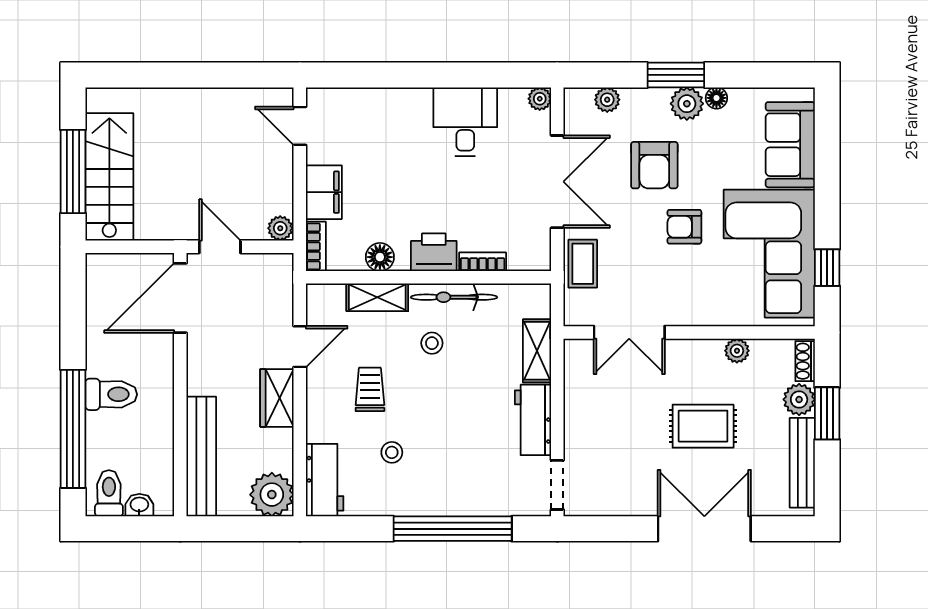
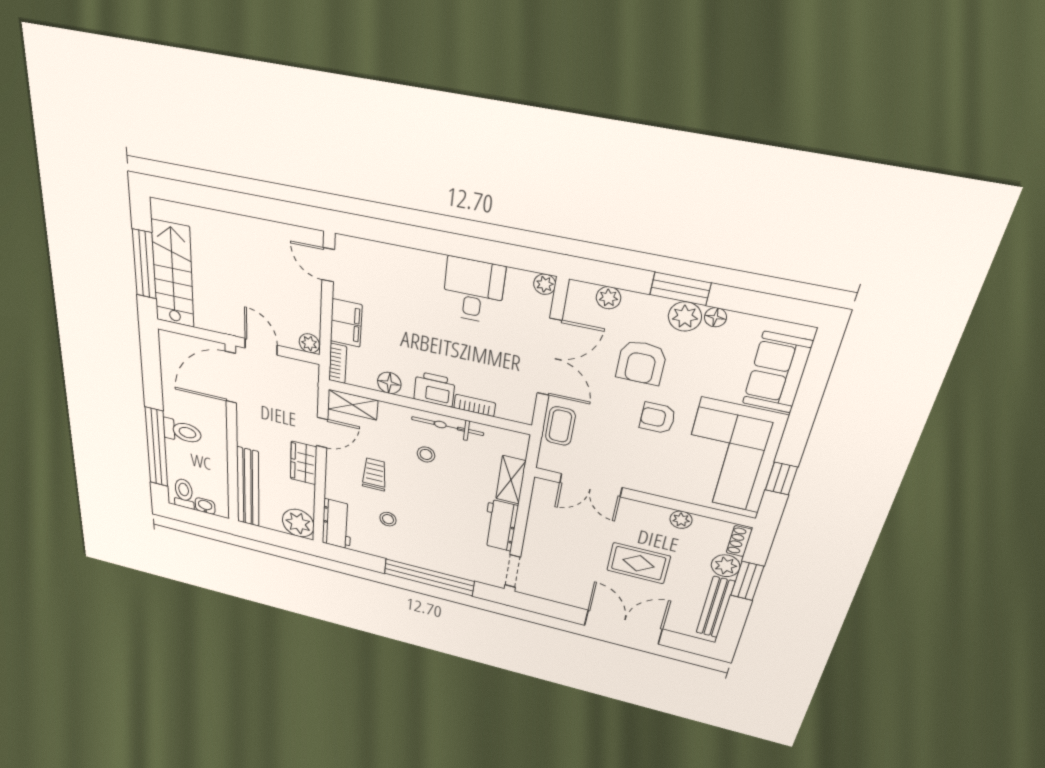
shelving: (377, 297) -> (353, 405), moved

